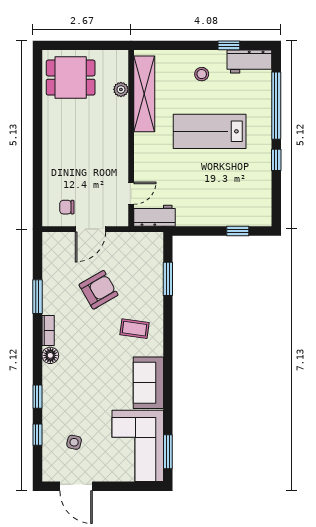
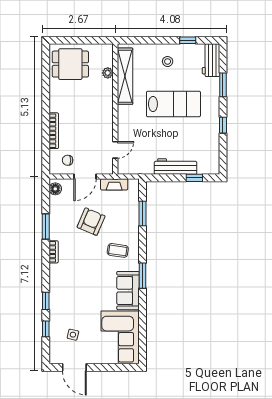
workbench: (249, 61) -> (211, 60), moved, turned 90
window: (276, 106) -> (223, 85), width x0.47
lab bench: (210, 131) -> (173, 104), turned 180
bookcase: (48, 167) -> (54, 131), added
workbench: (155, 216) -> (176, 167), moved, width x1.38
fireplace: (130, 240) -> (114, 184), added
armchair: (99, 290) -> (91, 222), turned -37
floor lamp: (50, 355) -> (55, 189), moved
window: (168, 452) -> (143, 276), moved

